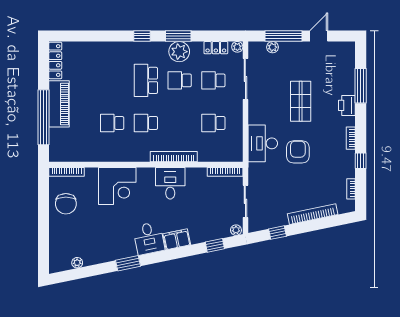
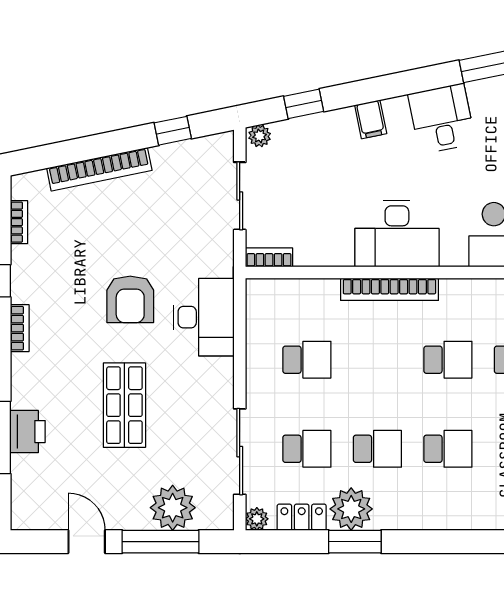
window: (142, 36) -> (456, 542), removed
window: (178, 36) -> (355, 542), moved
door: (319, 36) -> (87, 542), swing flipped
plant: (272, 47) -> (173, 508), width x1.88, depth x1.88
plant: (179, 52) -> (351, 509), moved
school desk: (146, 80) -> (448, 449), width x0.54
printer: (347, 105) -> (28, 432), moved
bookcase: (225, 172) -> (269, 257), width x0.64
desk: (170, 183) -> (397, 234), width x1.37
filing cabinet: (177, 239) -> (371, 119), width x0.50

